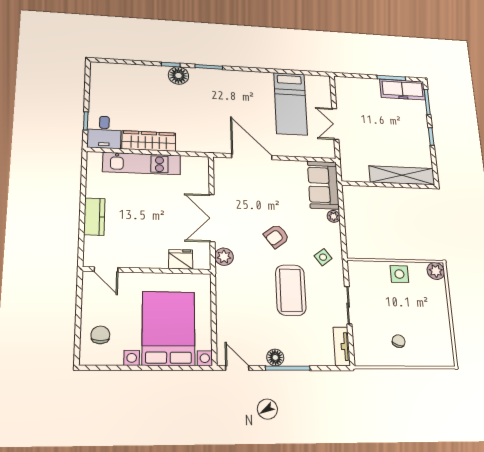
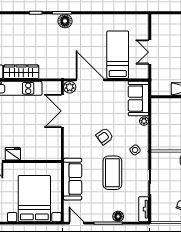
floor lamp: (178, 76) -> (65, 21), moved
bed: (290, 104) -> (118, 55), moved, turned 180
double door: (212, 218) -> (62, 111), moved
plant: (224, 257) -> (70, 87), moved
fridge: (181, 259) -> (13, 154), moved
sofa: (230, 299) -> (73, 179), added
floor lamp: (275, 357) -> (118, 216), moved

